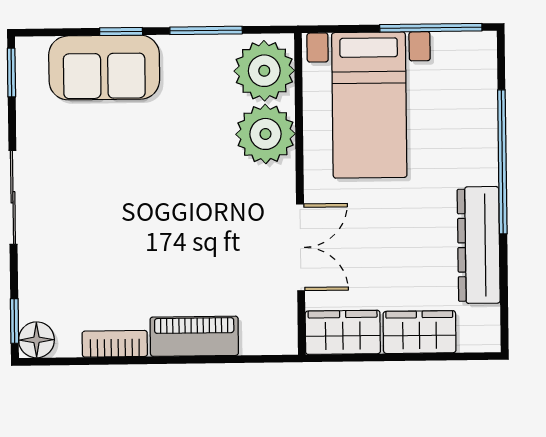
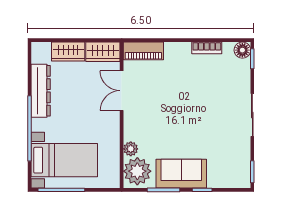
sofa: (104, 68) -> (181, 174), moved
bed with nightstands: (369, 105) -> (64, 160), moved, turned 90
plant: (265, 134) -> (131, 149), width x0.53, depth x0.53
piano: (194, 336) -> (143, 51), moved

